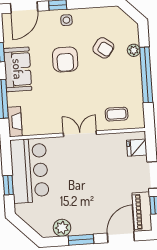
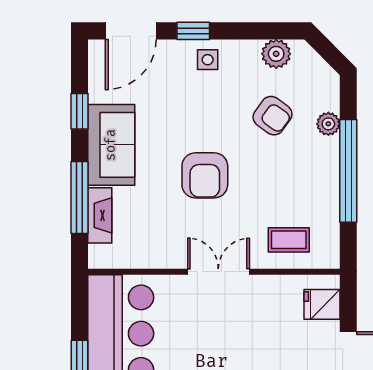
plant: (103, 14) -> (276, 54), added
armchair: (65, 59) -> (205, 175), moved
fireplace: (15, 122) -> (100, 215), moved

